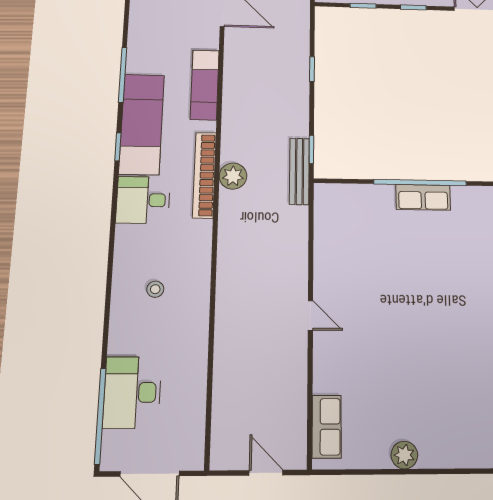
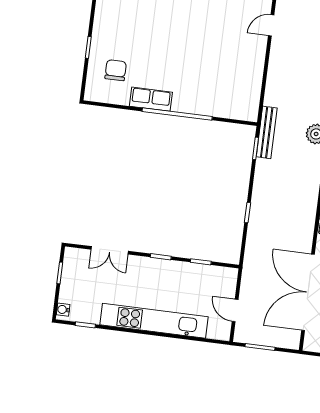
row of seats: (423, 197) -> (151, 99), moved
door: (310, 315) -> (271, 25), hinge flipped

